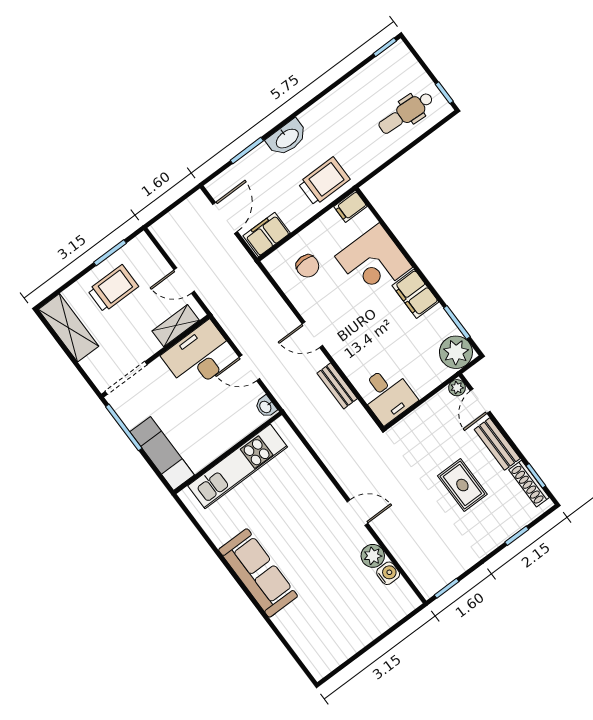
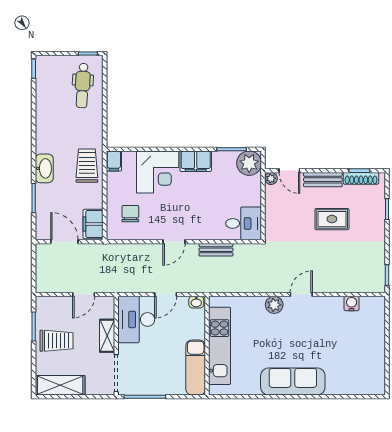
chair: (307, 266) -> (130, 214), turned -90
trolley: (113, 288) -> (56, 341), turned 90
shelving: (176, 326) -> (107, 336), moved
exam couch: (162, 453) -> (196, 368), moved, turned -90
plant: (373, 556) -> (274, 305), moved

